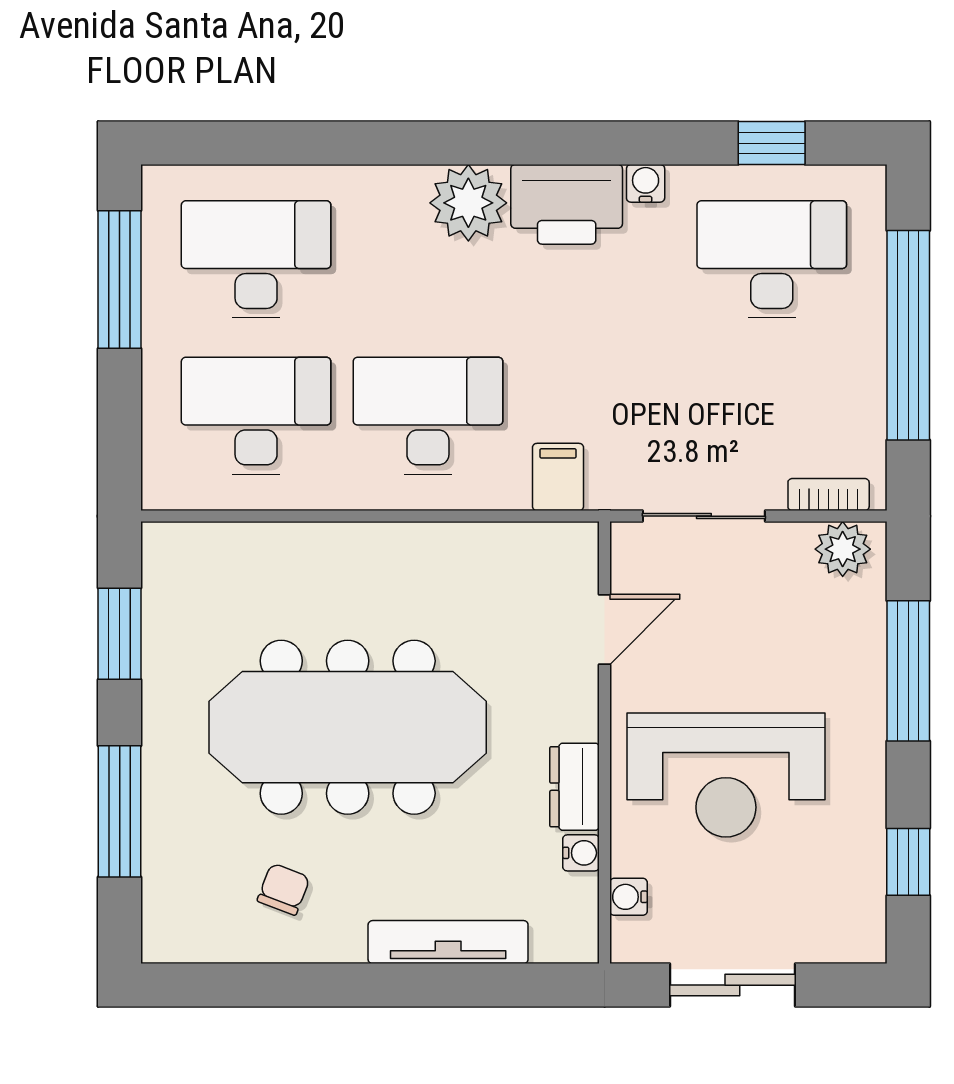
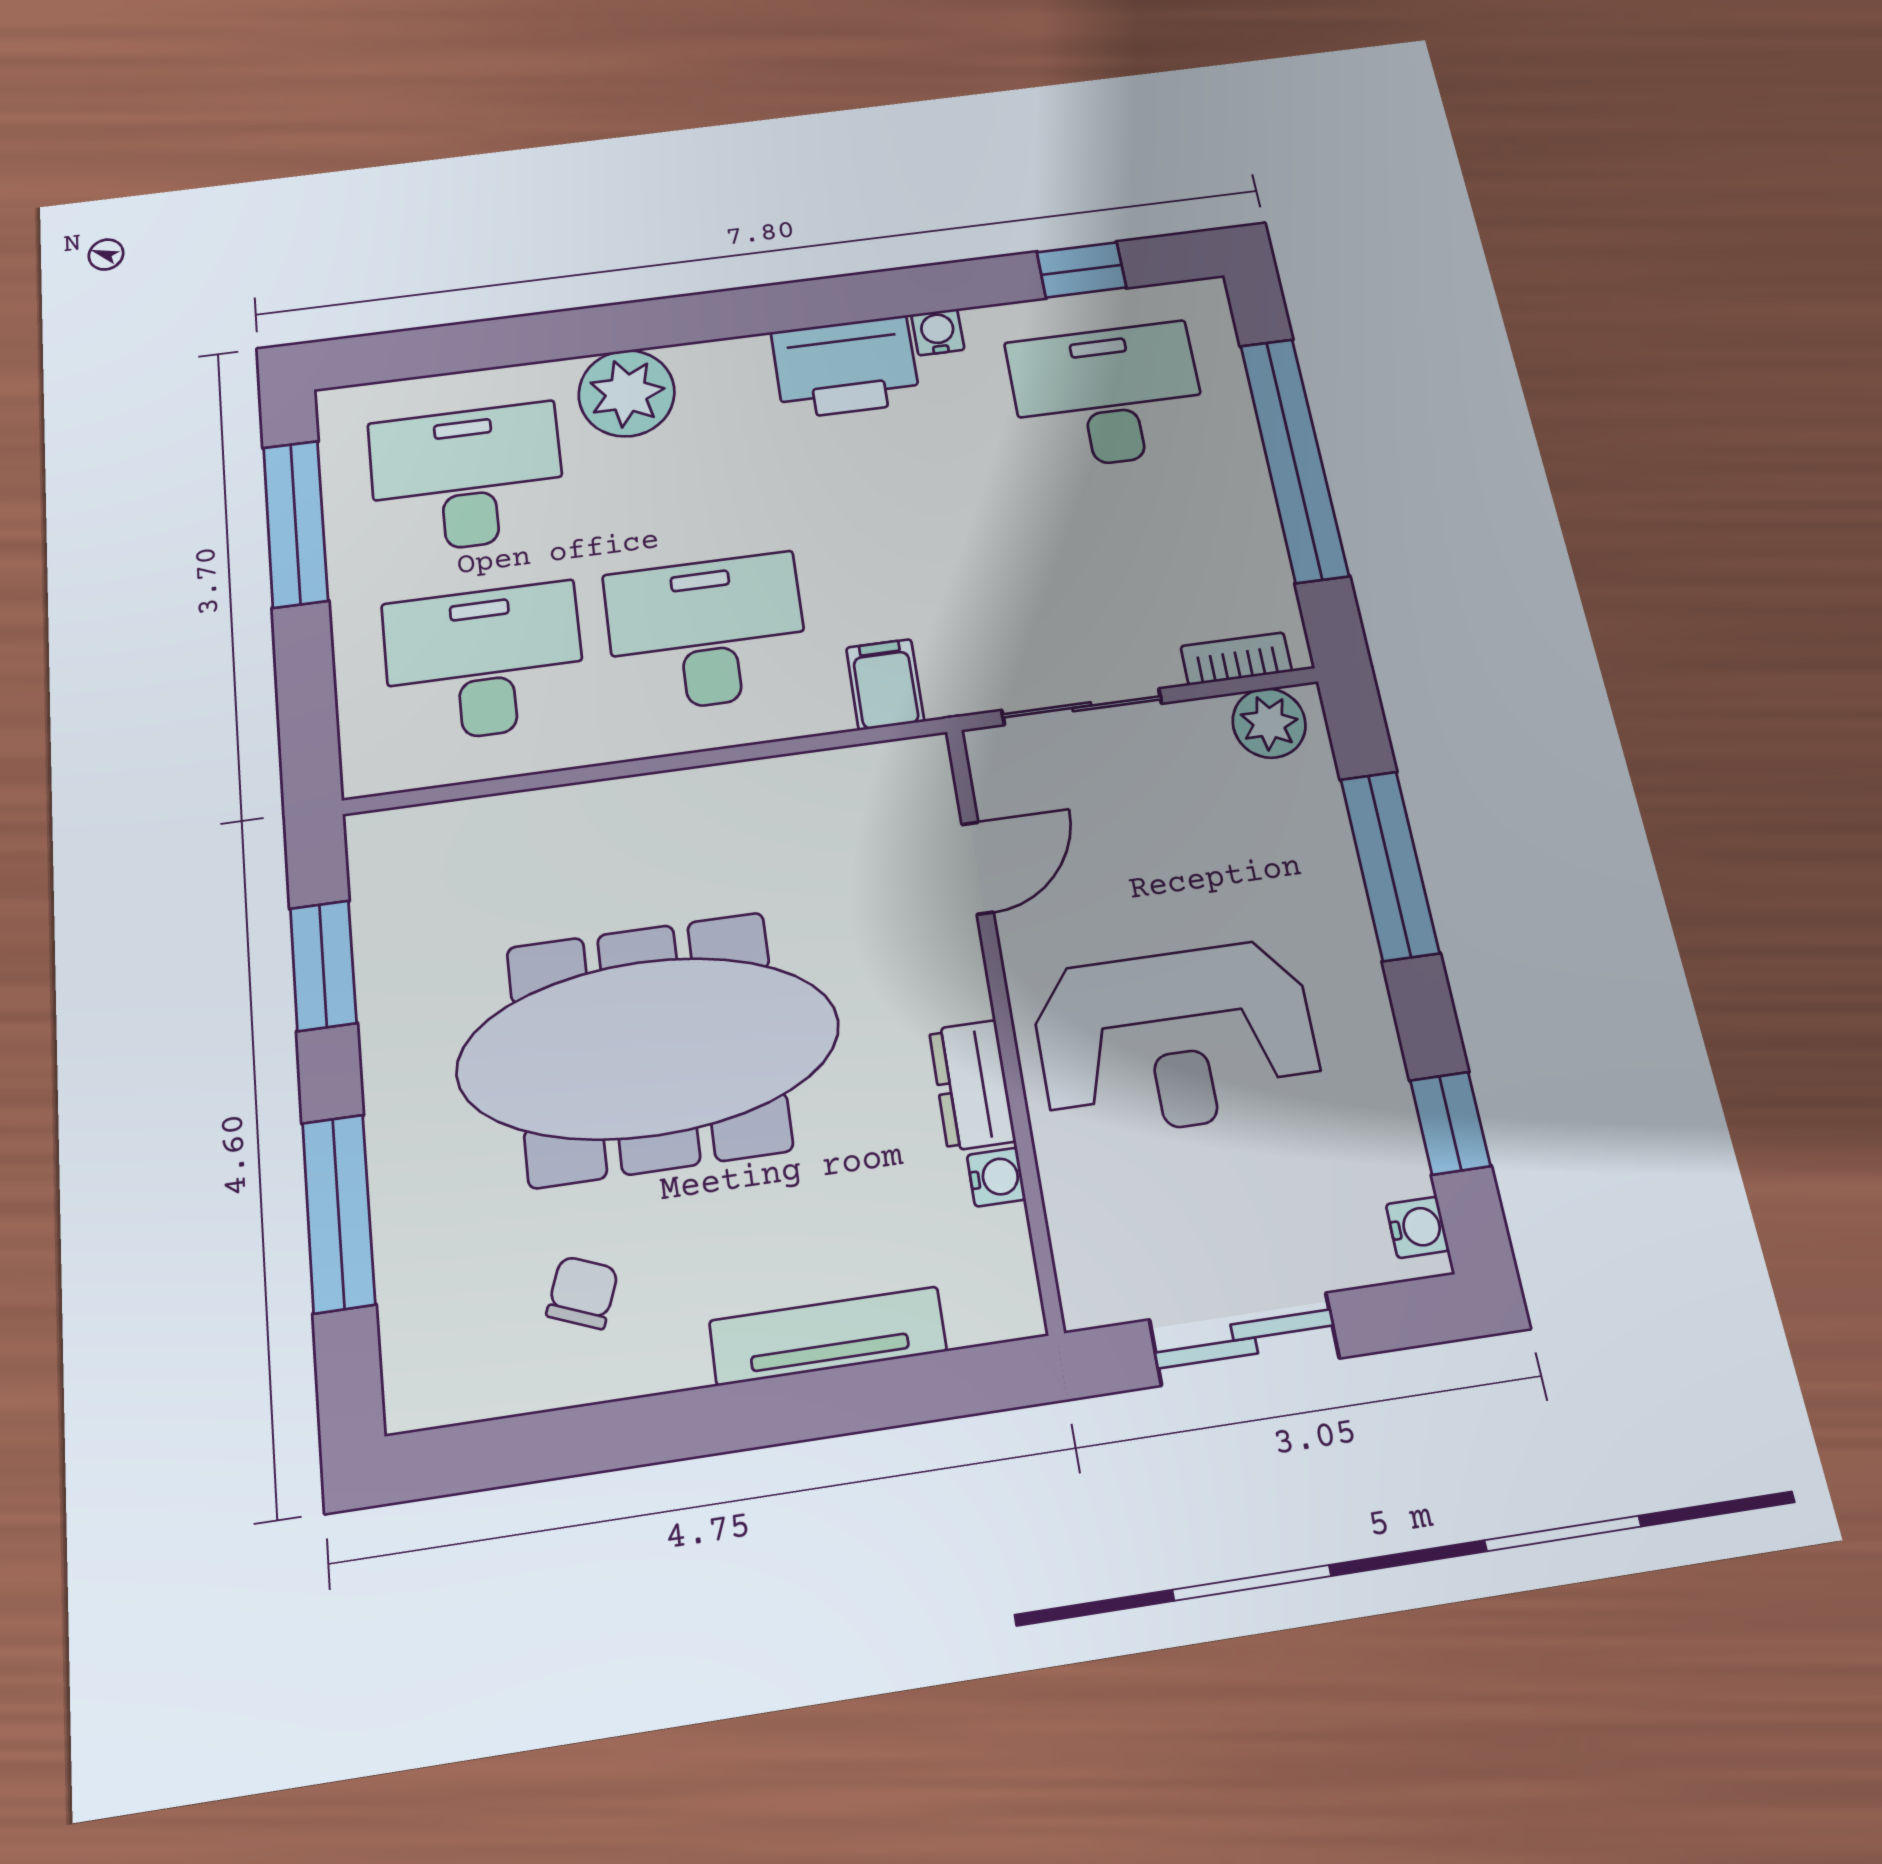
plant: (468, 203) -> (627, 393), moved
water cooler: (628, 897) -> (1417, 1227), moved, turned 180

